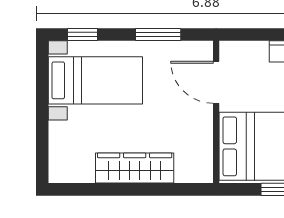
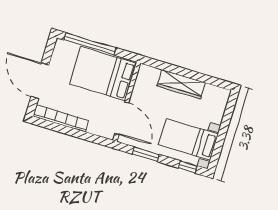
door: (216, 82) -> (122, 118), width x1.36

